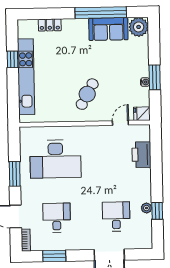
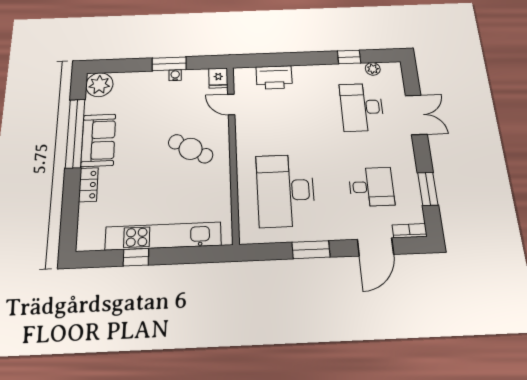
locker: (50, 25) -> (88, 185), moved
sofa: (108, 29) -> (98, 140), moved
desk: (55, 159) -> (285, 190), turned 180
plant: (146, 208) -> (373, 69), moved
desk: (116, 217) -> (362, 107), width x1.37
desk: (57, 218) -> (371, 187), turned 180

